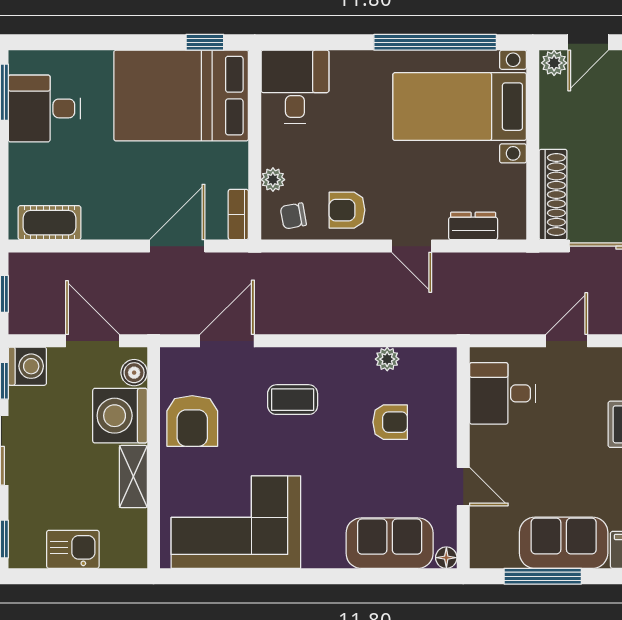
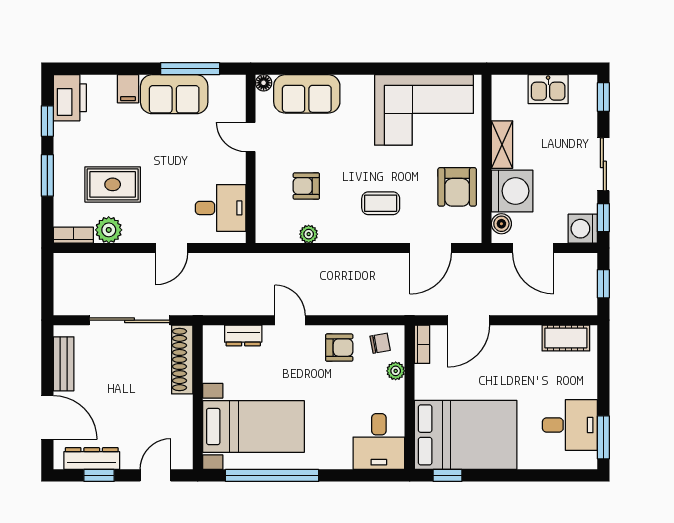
plant: (554, 63) -> (181, 460), removed
armchair: (192, 421) -> (457, 187), turned 180

